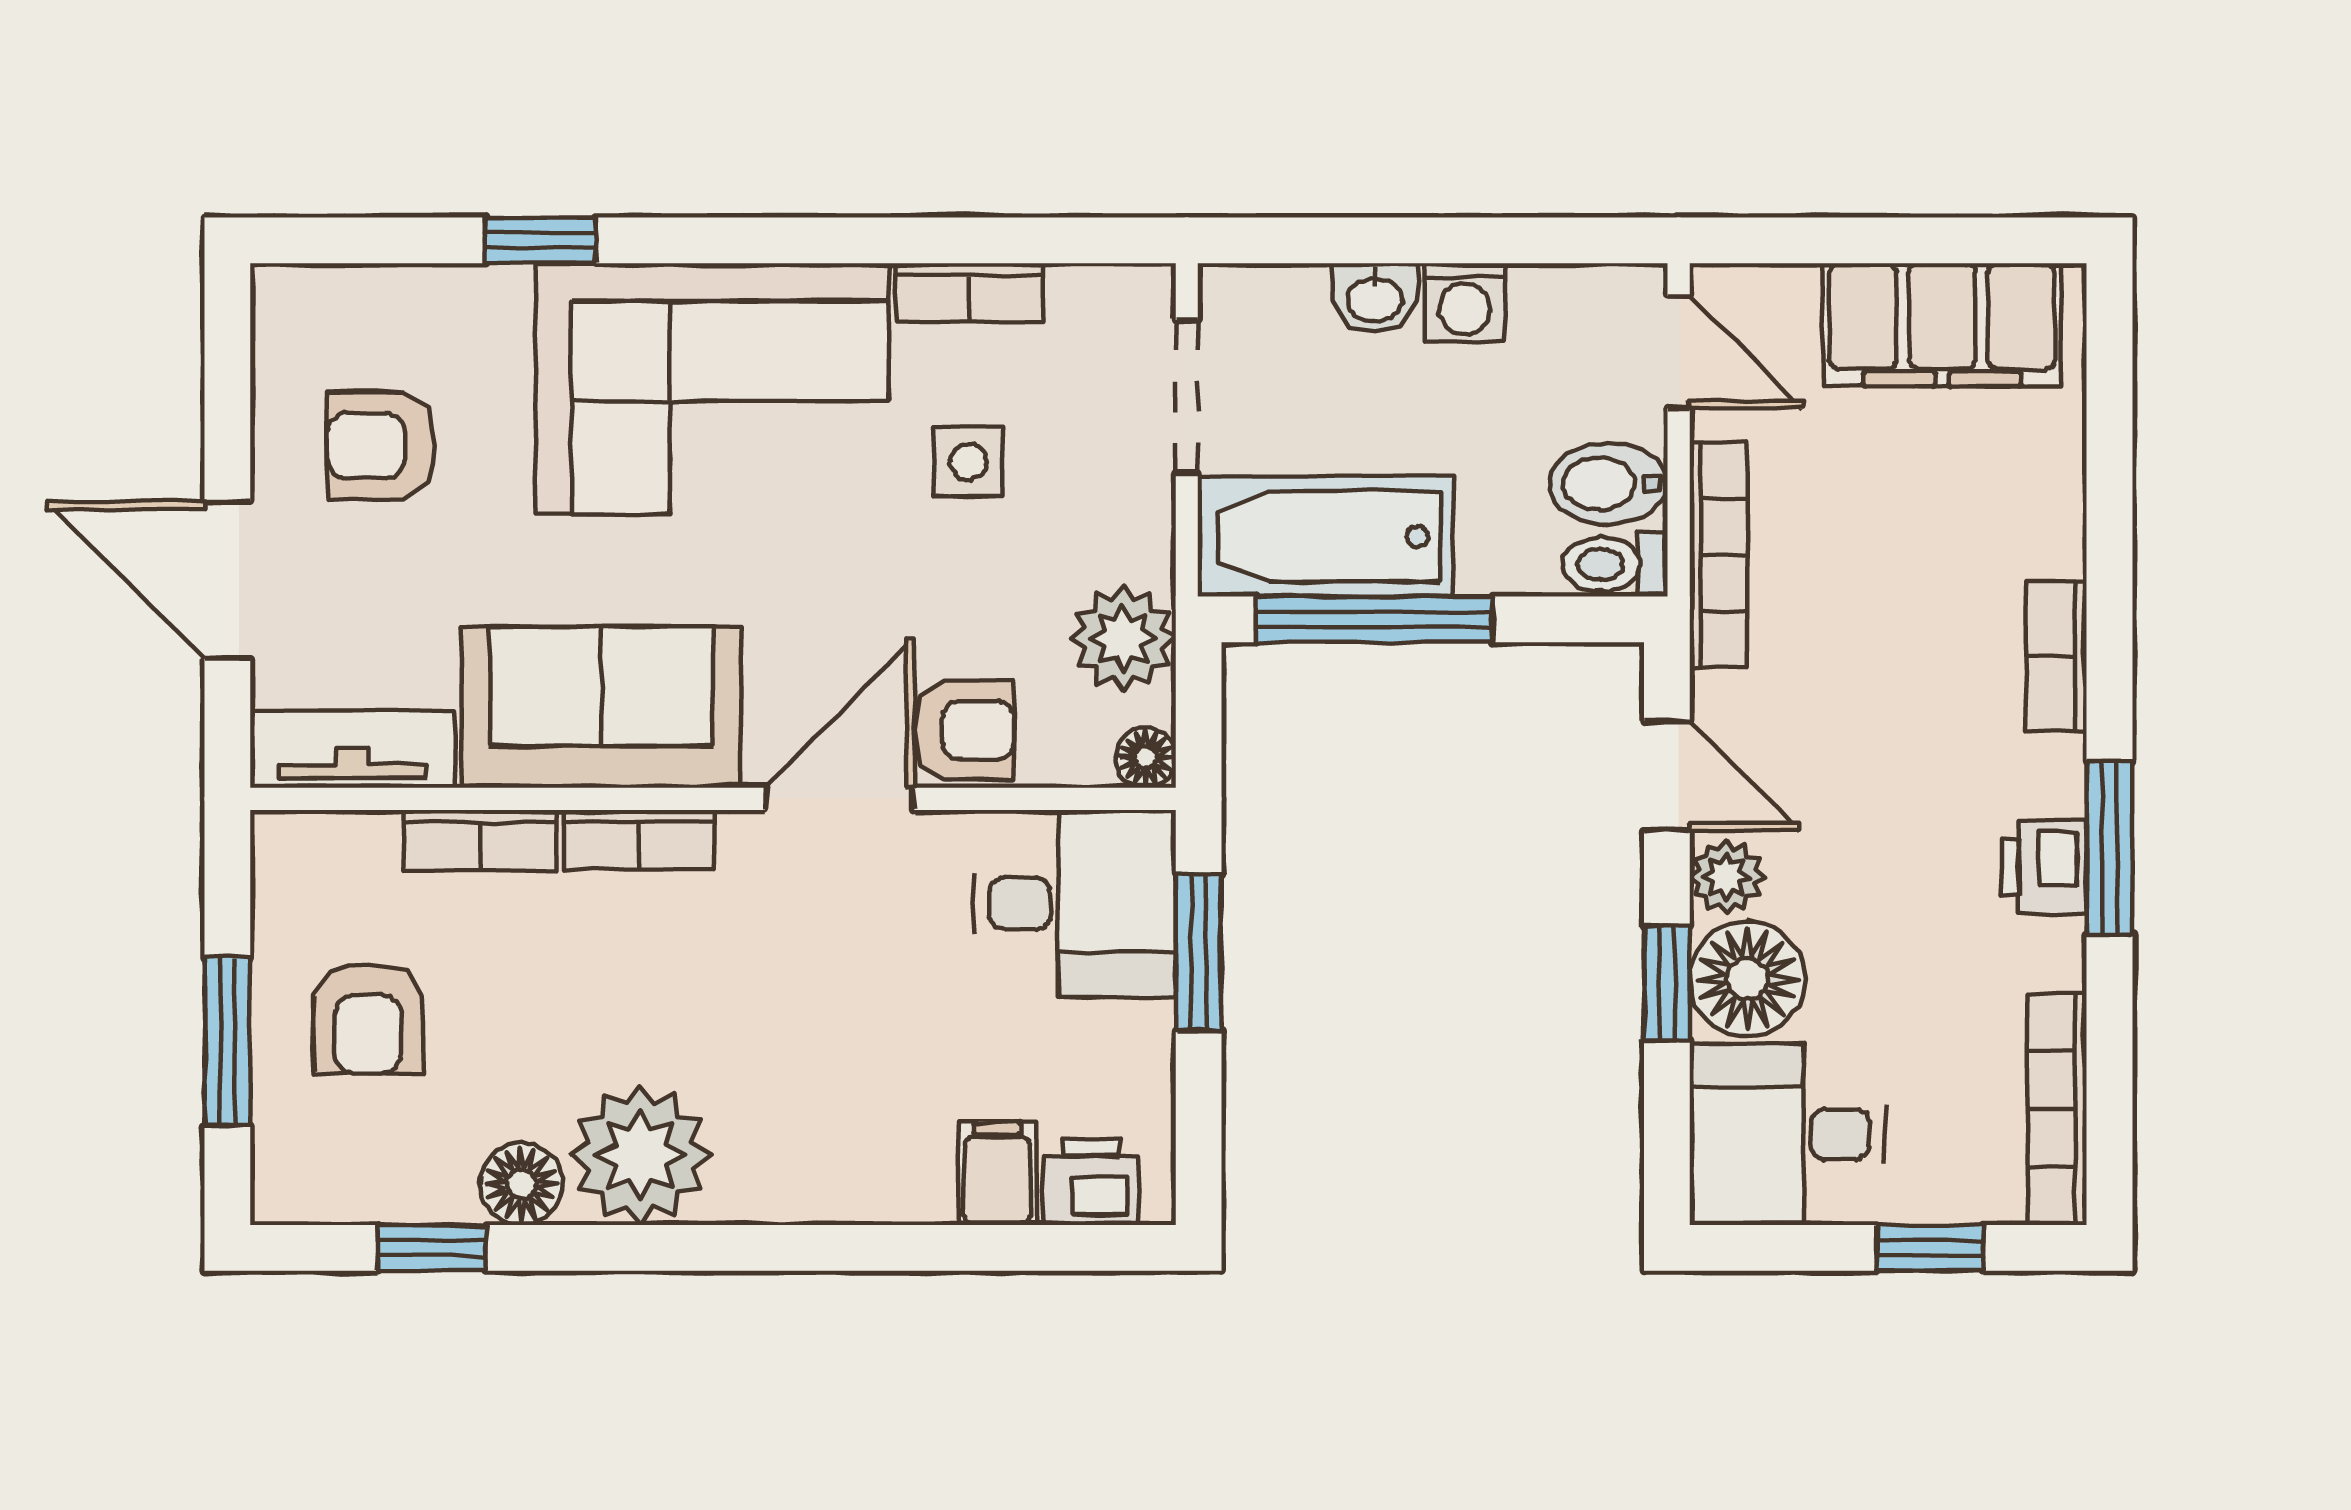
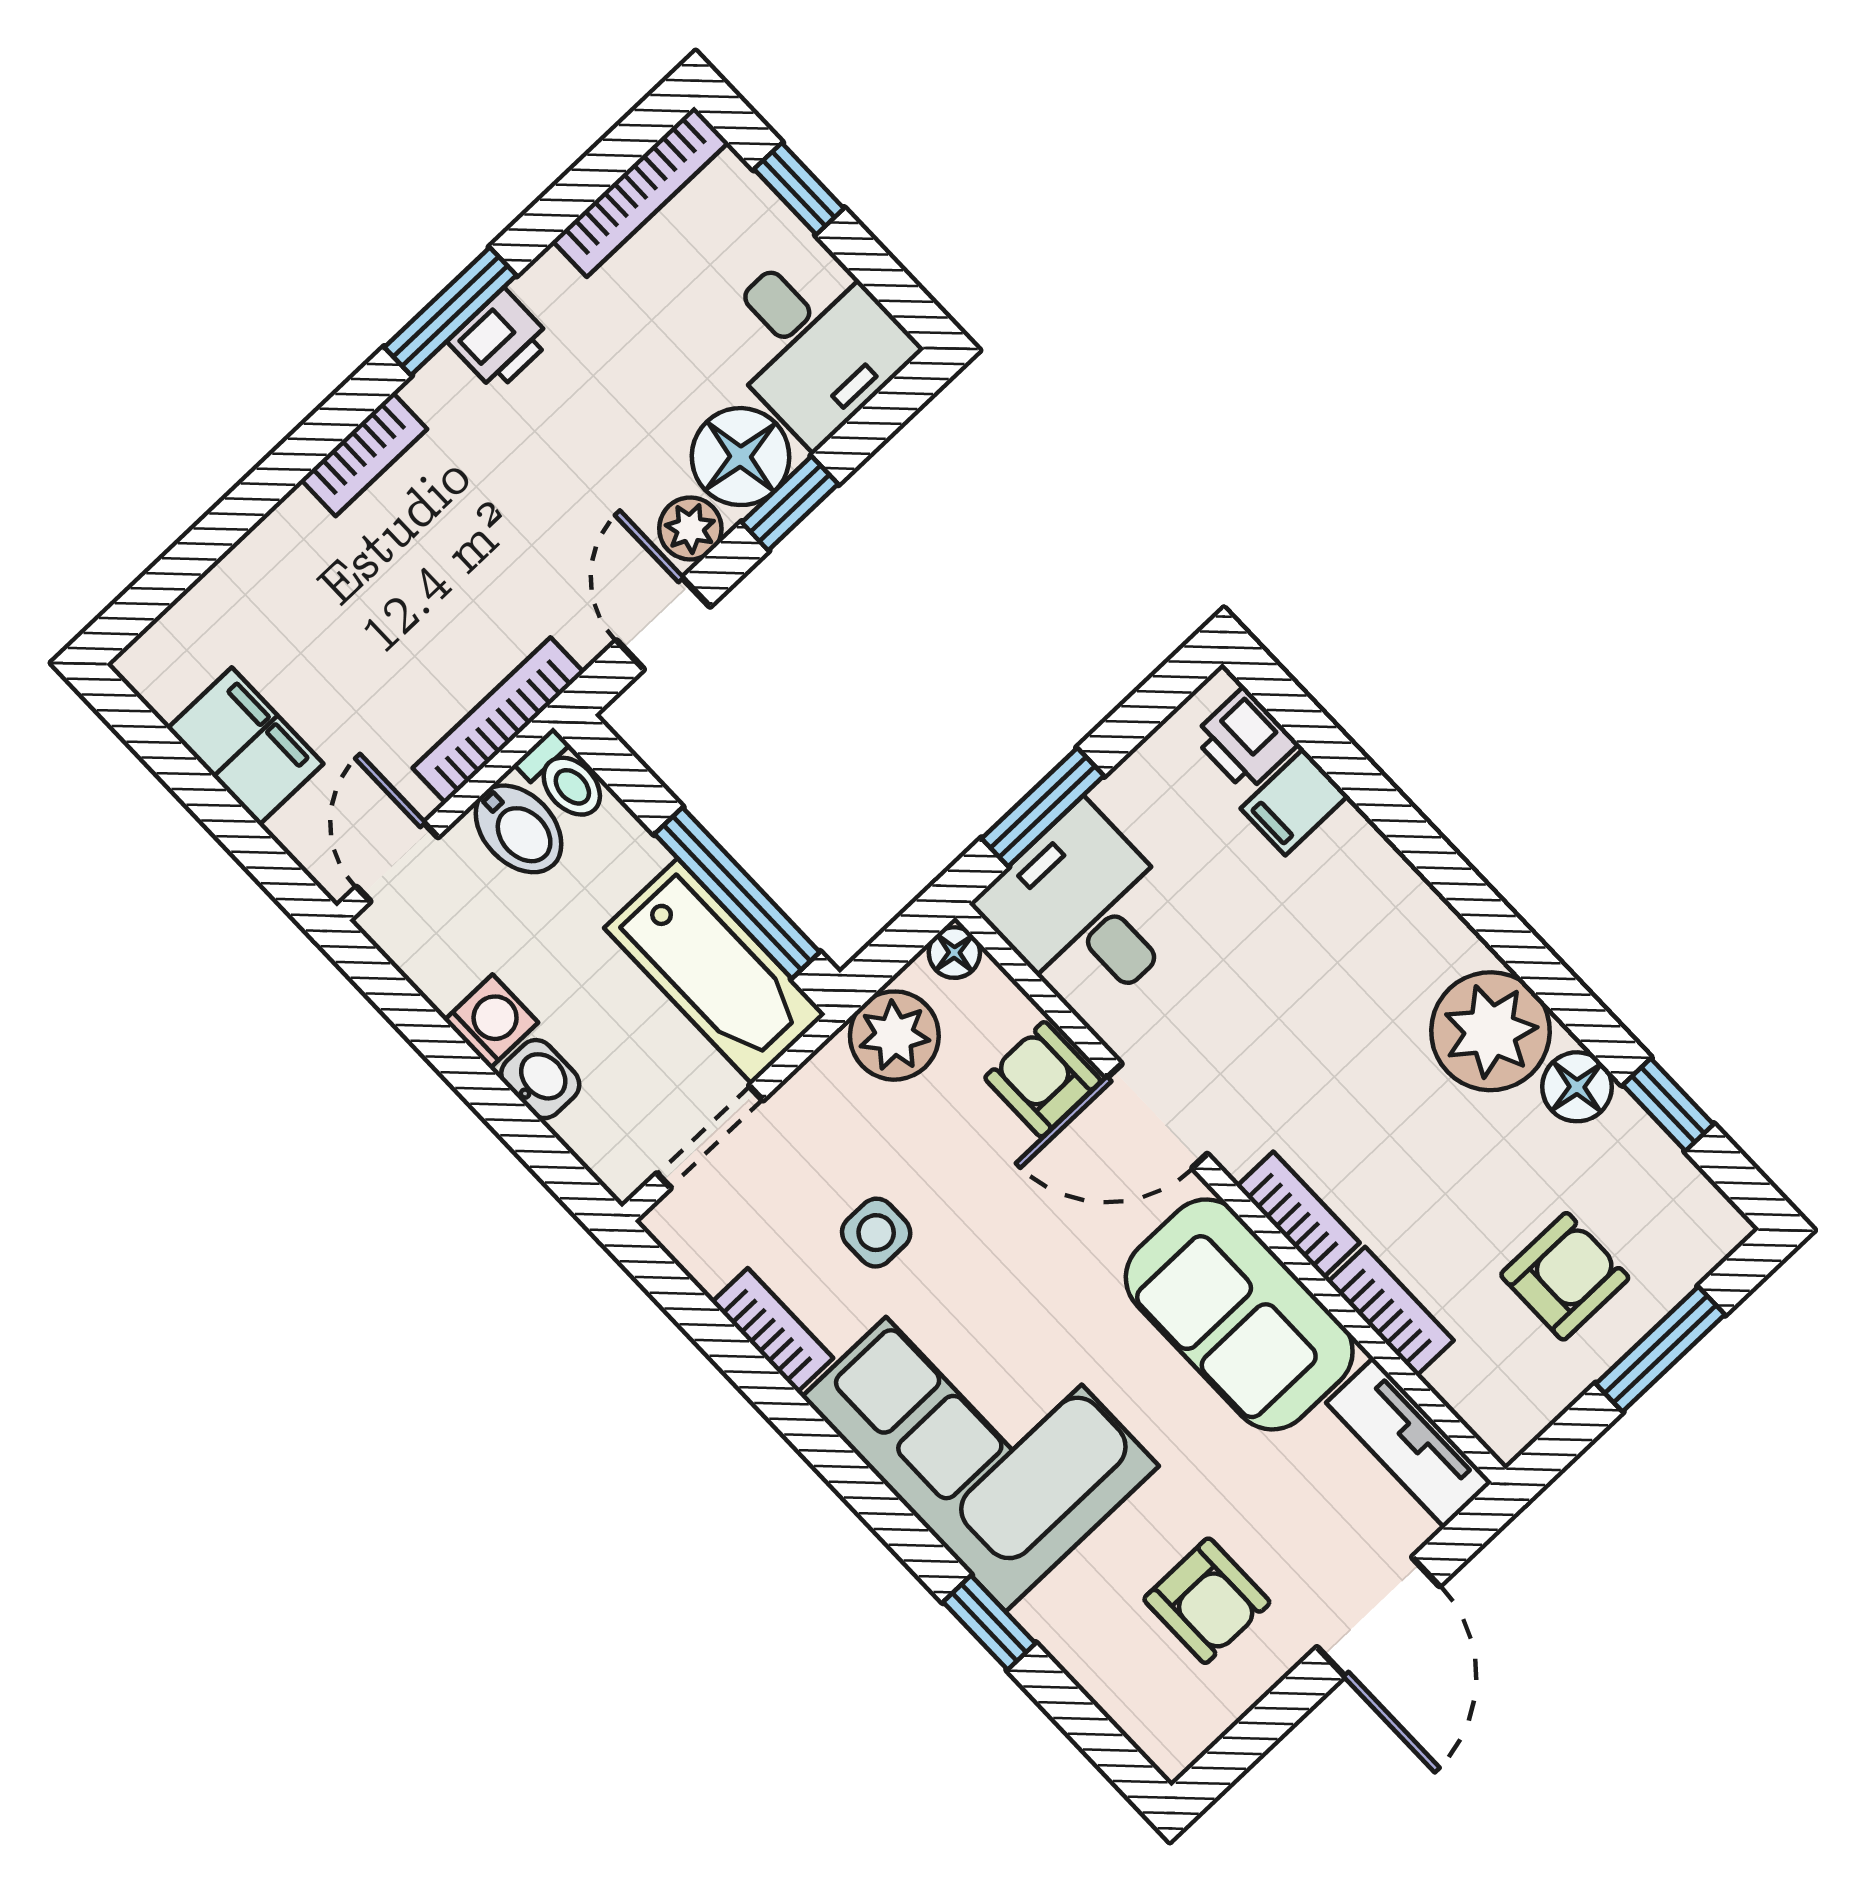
filing cabinet: (1942, 325) -> (245, 746), width x0.67, depth x0.86

